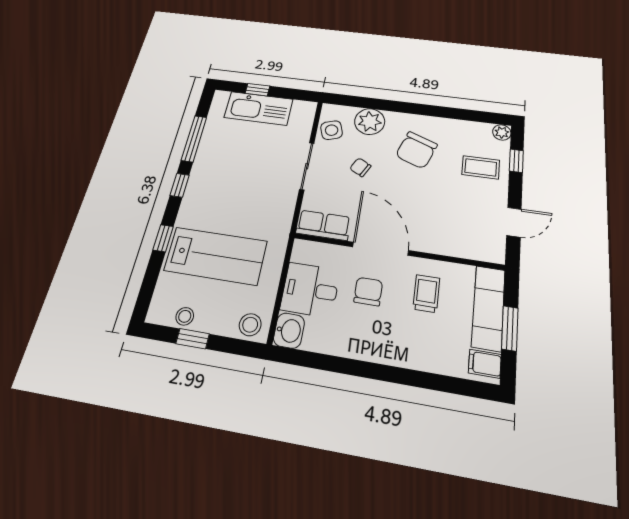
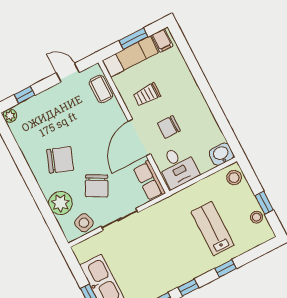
chair: (360, 167) -> (97, 186), width x1.87, depth x1.87
coffee table: (481, 167) -> (101, 89), moved
lab bench: (216, 256) -> (213, 229), width x0.73, depth x0.72
desk: (310, 290) -> (178, 167), moved

